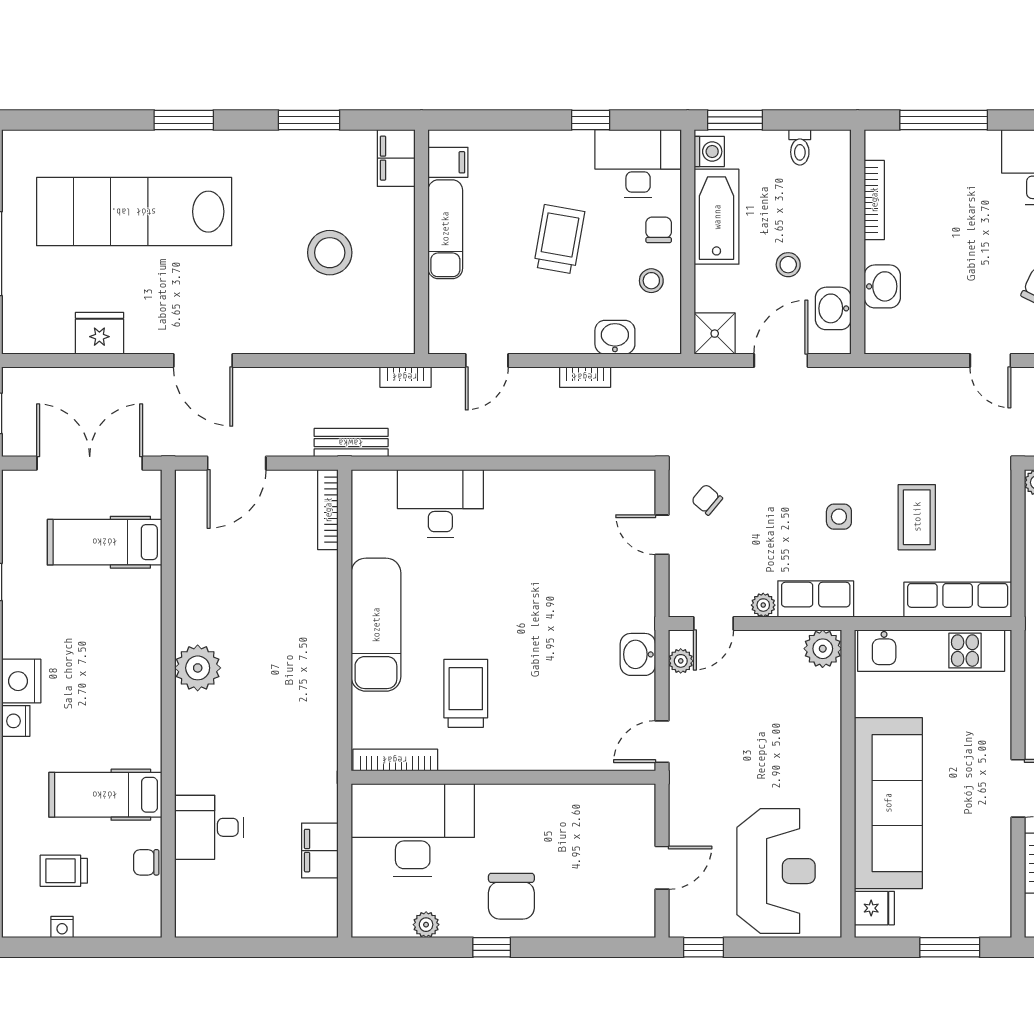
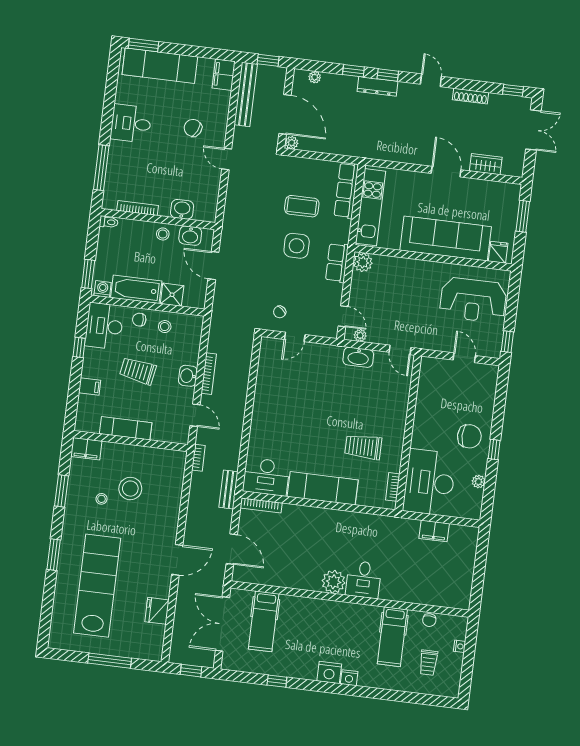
toilet: (800, 147) -> (109, 222), moved
filing cabinet: (448, 162) -> (90, 387), moved, turned 90
stool: (303, 199) -> (101, 499), added
lab bench: (134, 212) -> (97, 586), turned 180
stool: (788, 265) -> (163, 234), moved
shower: (715, 334) -> (172, 295), moved
washbasin: (615, 337) -> (188, 376), moved
door: (990, 361) -> (227, 159), swing flipped
bookcase: (585, 377) -> (209, 374), width x1.56
desk: (440, 503) -> (266, 477), moved, turned -90
side table: (839, 517) -> (297, 246), width x1.87, depth x1.87
plant: (763, 605) -> (337, 290), removed
washbasin: (638, 654) -> (358, 357), width x1.38
bookcase: (395, 760) -> (393, 487), width x0.64
desk: (209, 827) -> (364, 579), moved
reception desk: (776, 871) -> (473, 300), turned 180
nightstand: (62, 927) -> (460, 646), moved

